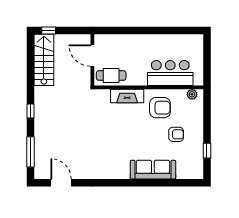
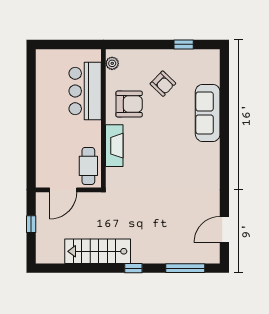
window: (49, 30) -> (31, 224), moved
stairs: (44, 60) -> (98, 251), moved
armchair: (160, 108) -> (129, 104), turned 90
armchair: (176, 134) -> (163, 84), turned 134

